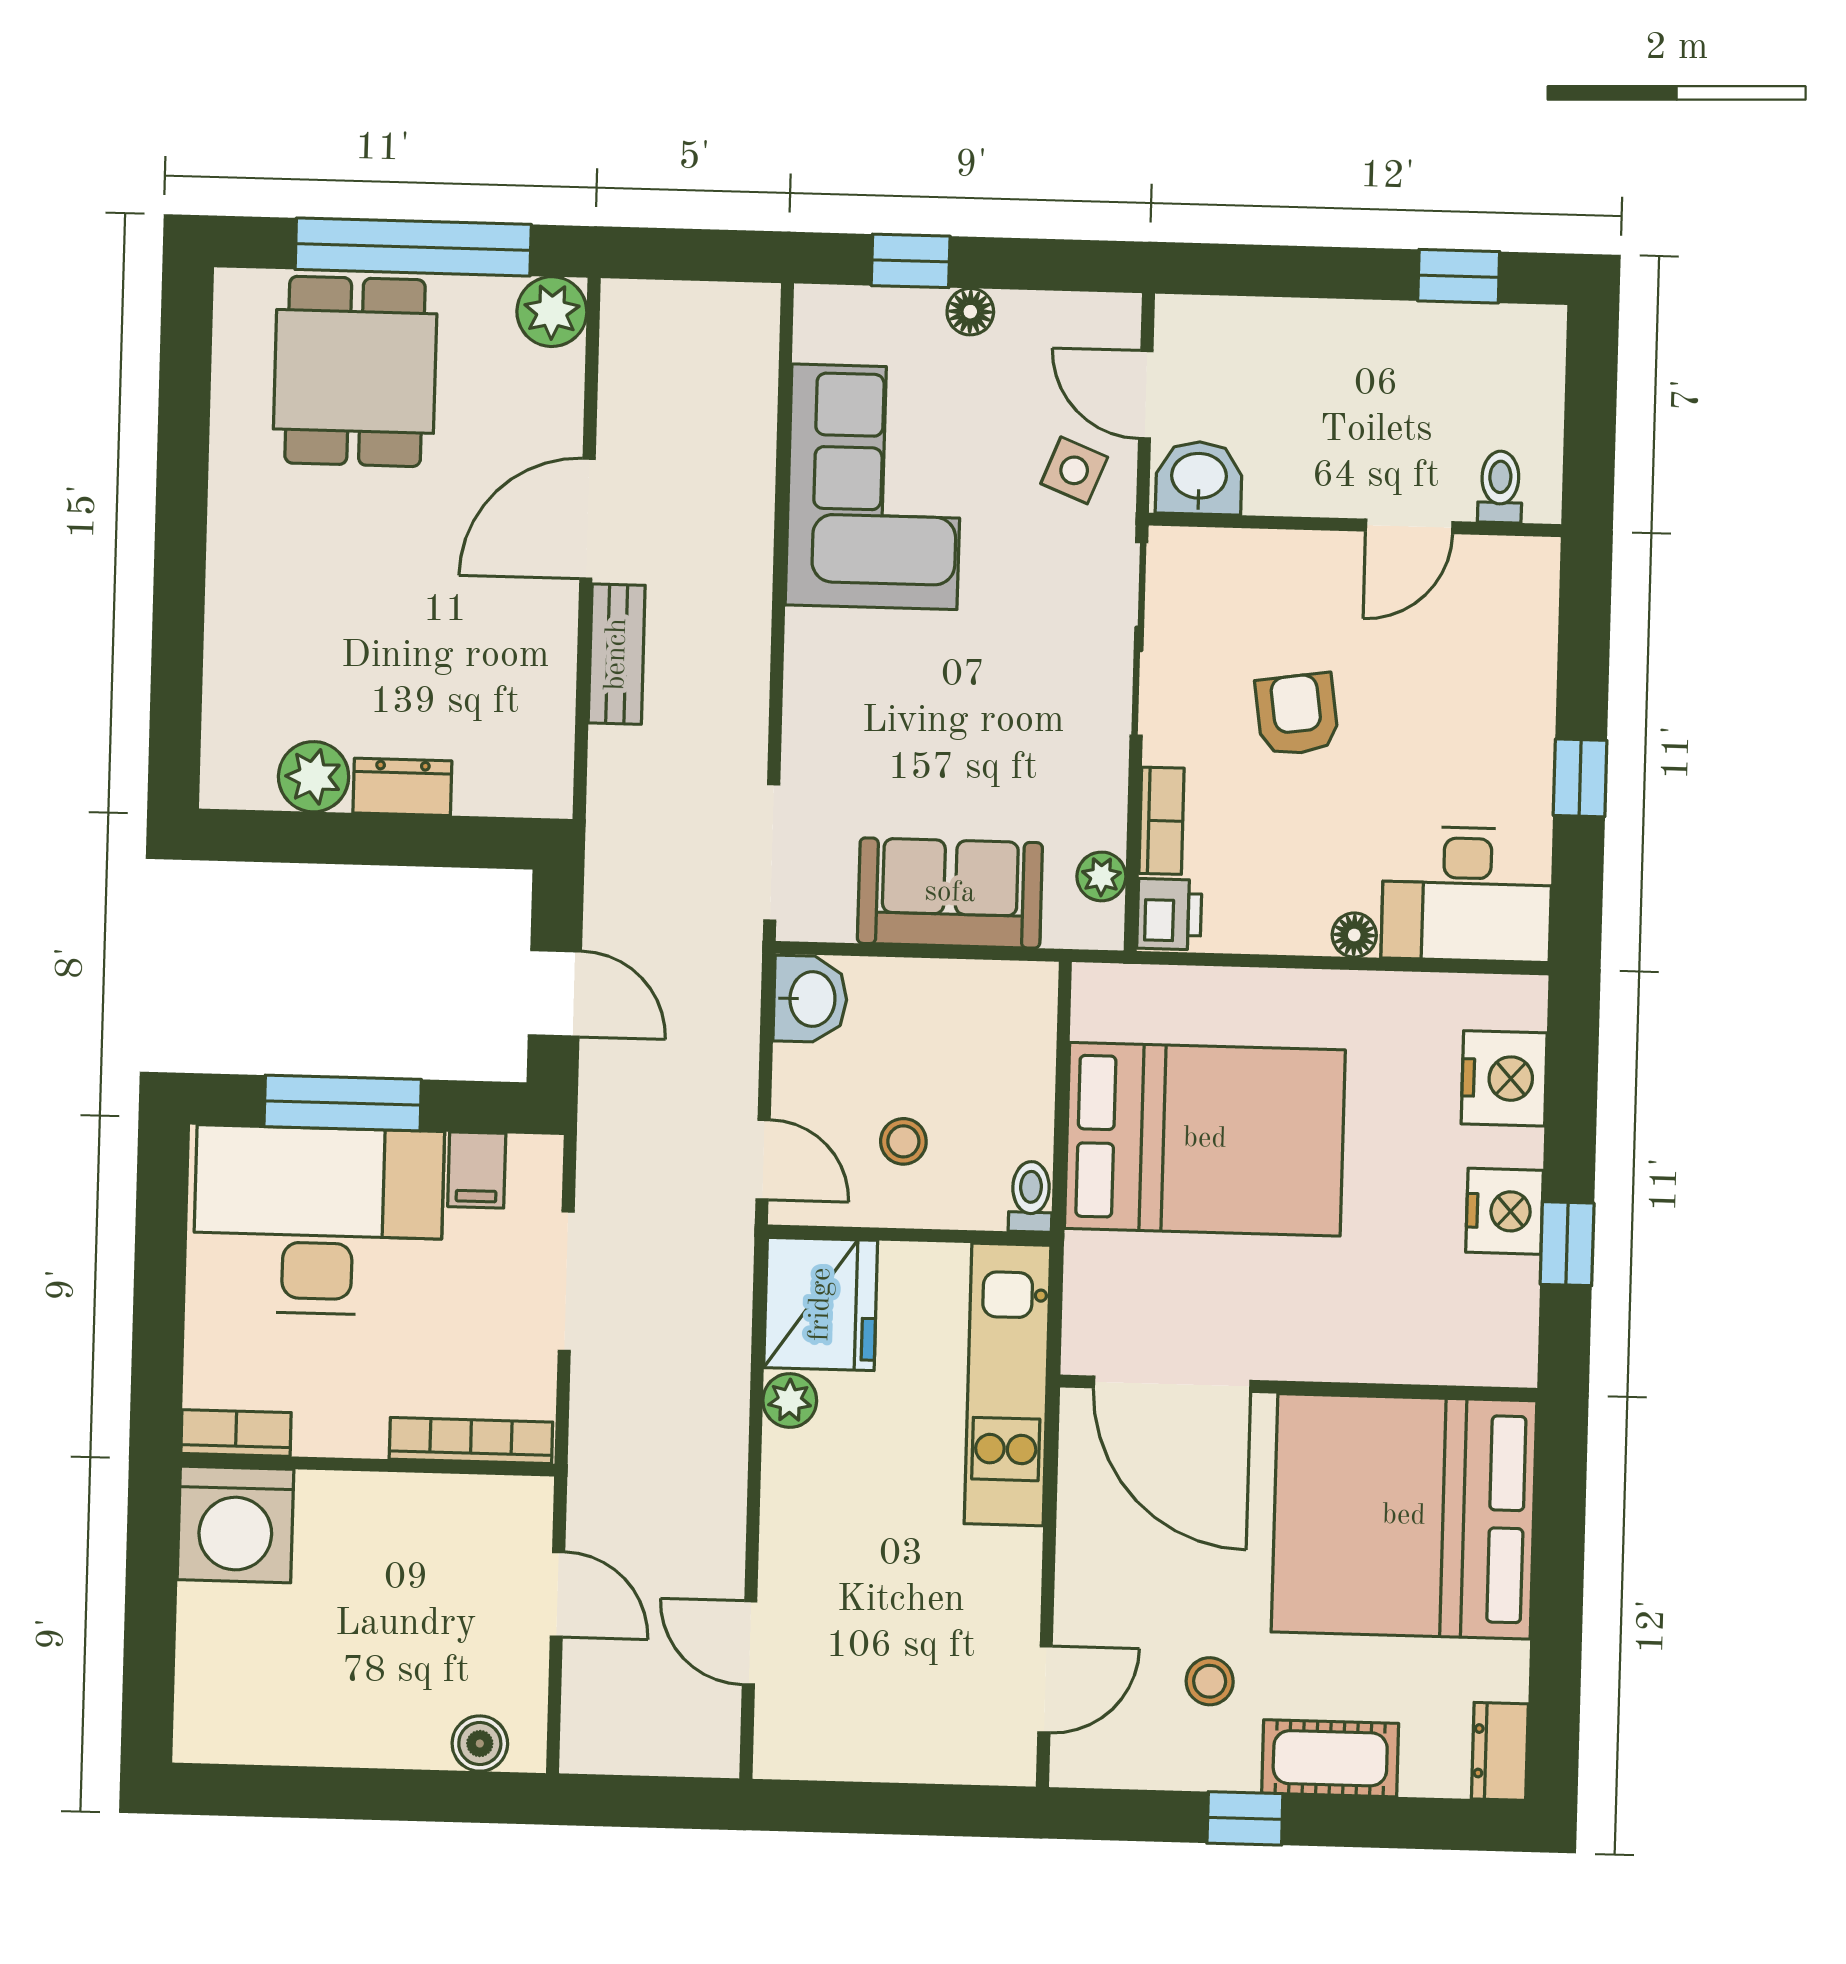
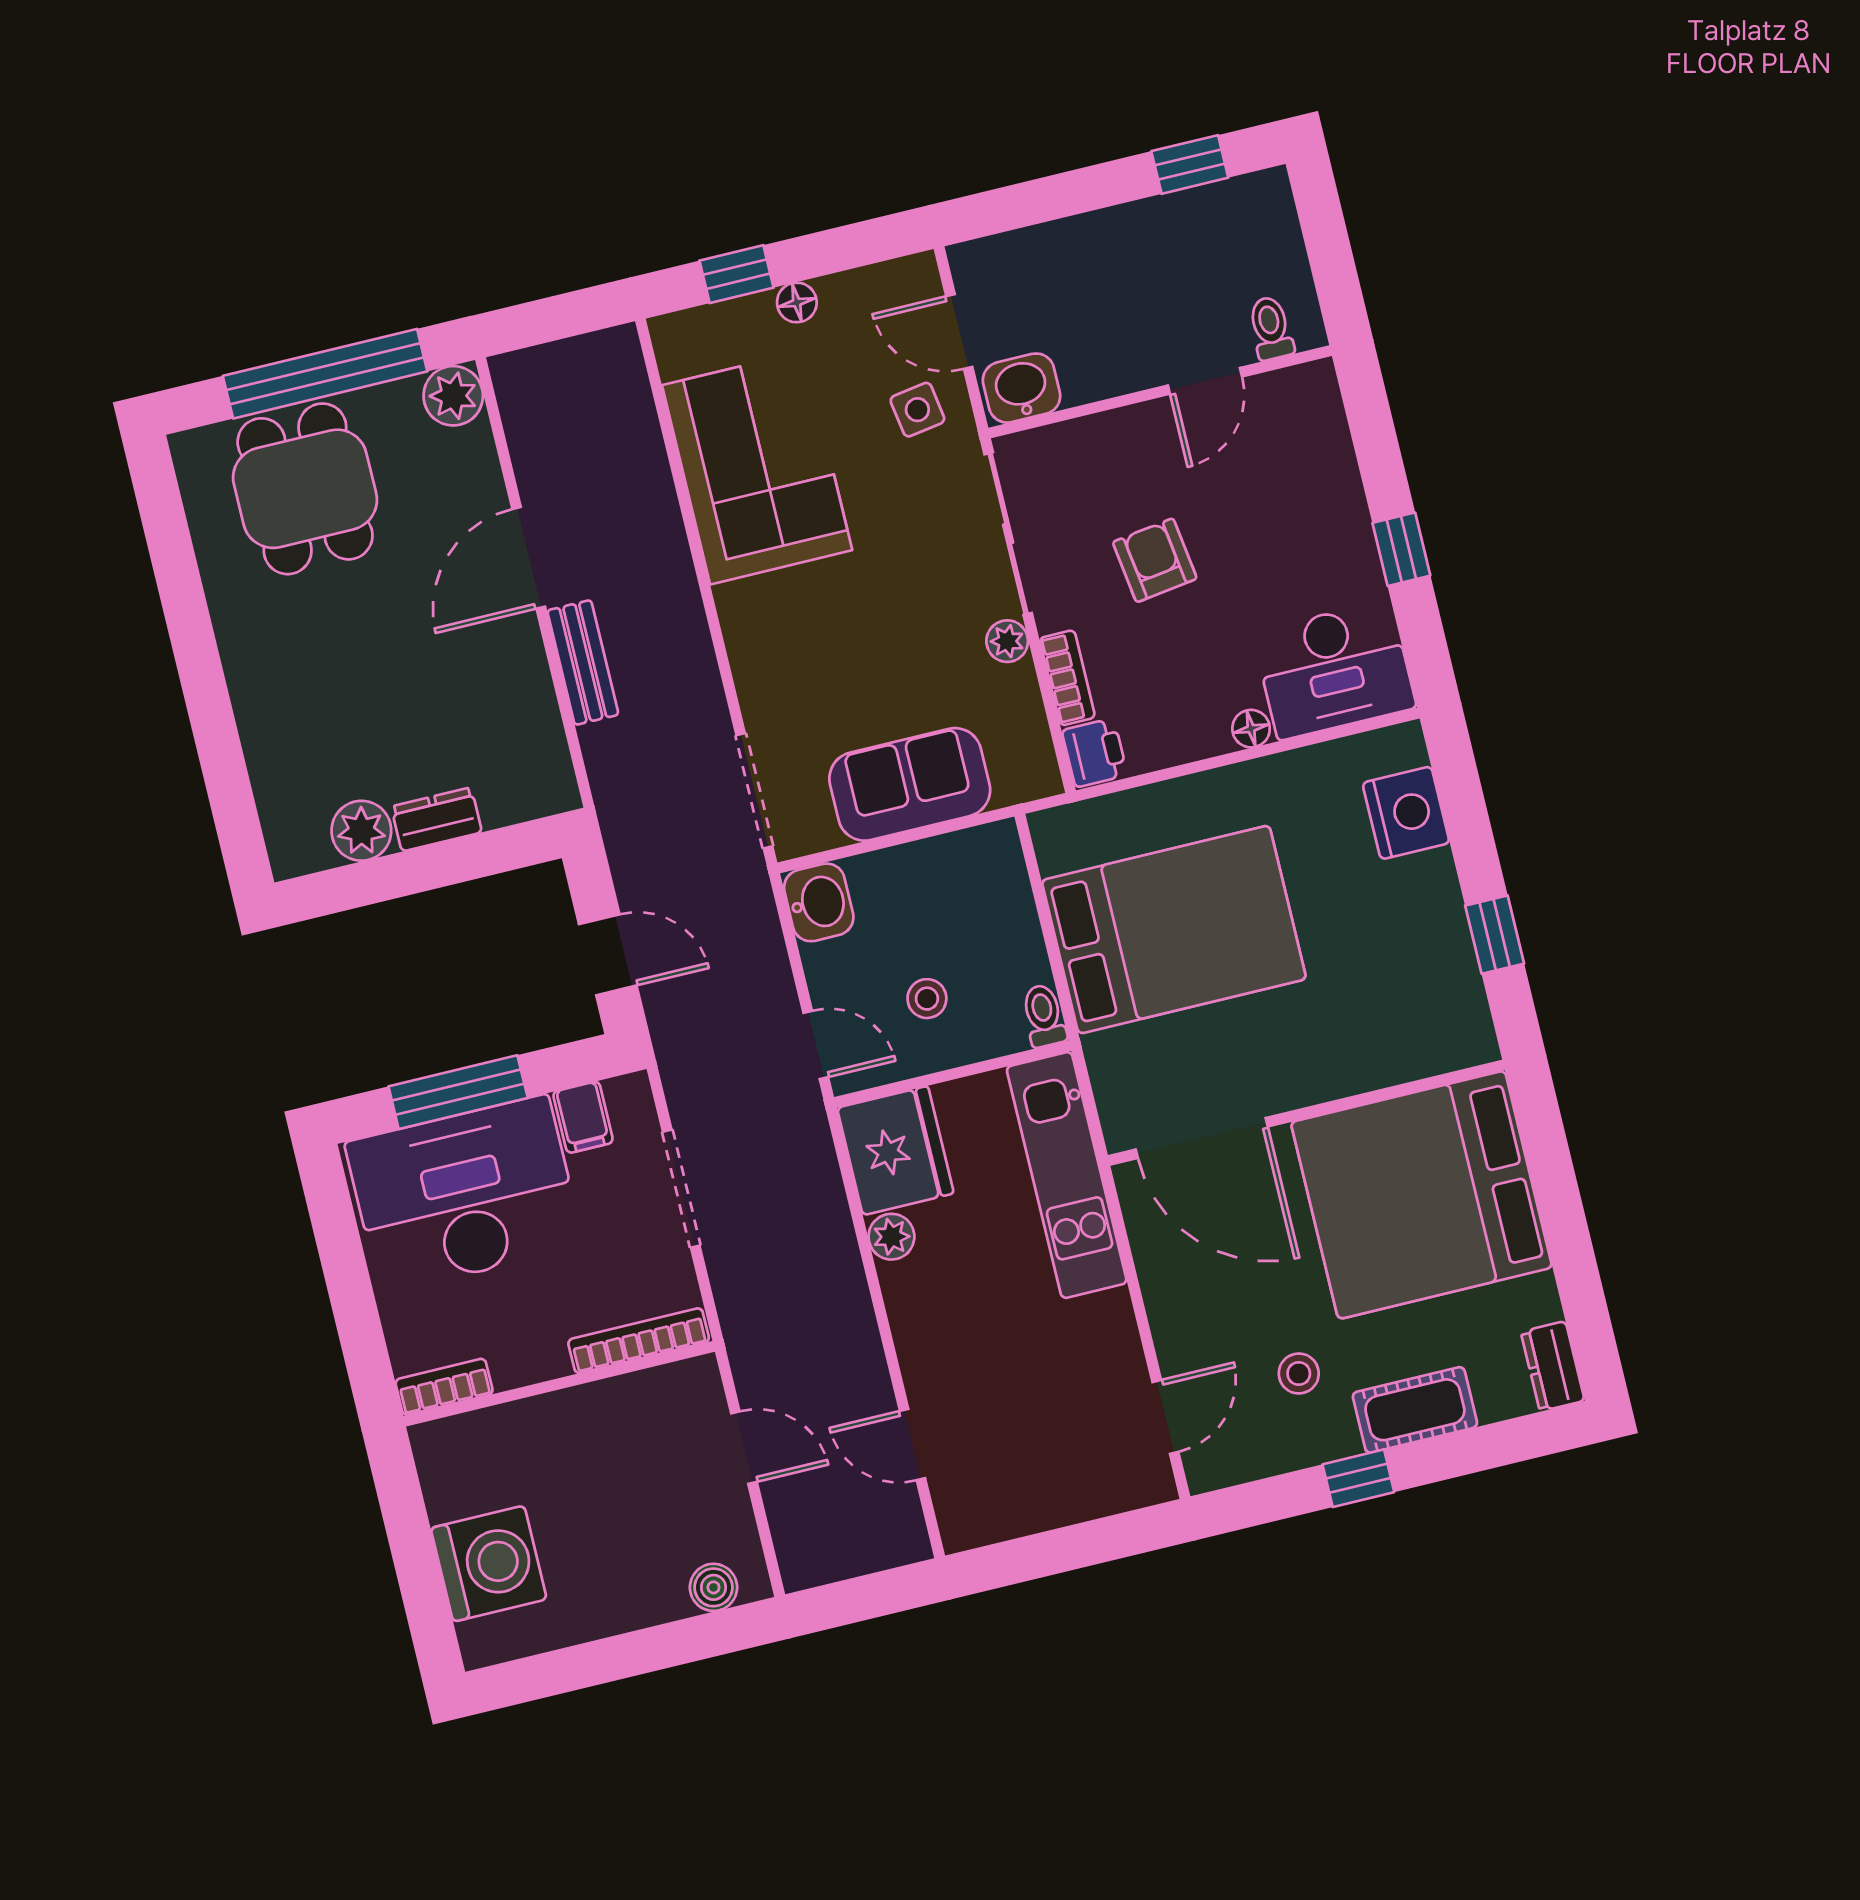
side table: (1074, 470) -> (917, 410), turned -31
plant: (1101, 876) -> (1007, 641), moved
nightstand: (1505, 1211) -> (1436, 922), removed
washing machine: (236, 1524) -> (489, 1564), moved, turned -90

